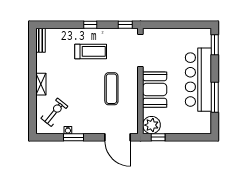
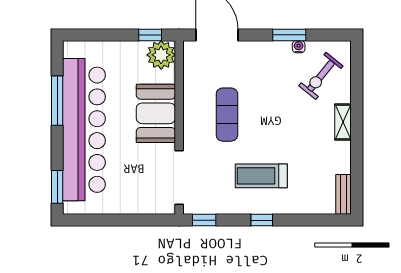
bar counter: (198, 80) -> (84, 130), width x1.36

